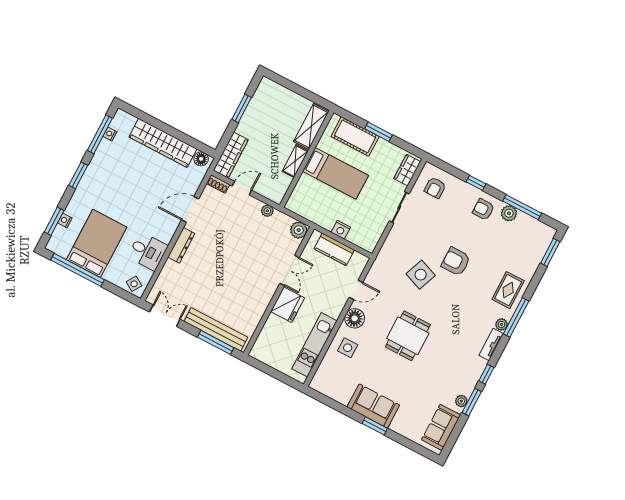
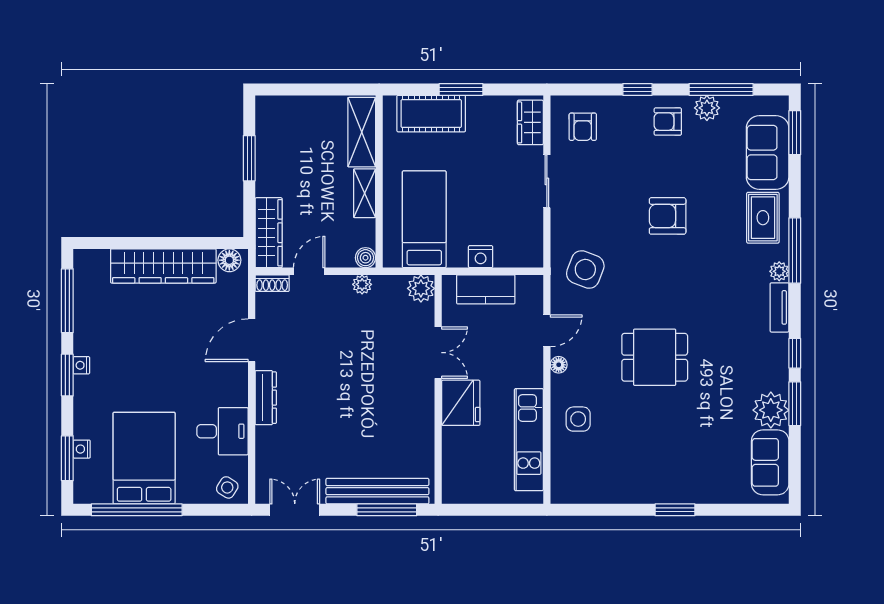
nightstand: (110, 134) -> (81, 365), moved
bed: (336, 173) -> (424, 219), moved, turned -90
boiler: (277, 197) -> (365, 258), added
side table: (421, 275) -> (585, 270), moved
floor lamp: (355, 318) -> (559, 365), width x0.53, depth x0.53
dining table: (408, 336) -> (655, 357), turned 90
plant: (461, 401) -> (771, 410), width x1.88, depth x1.88
sofa: (373, 406) -> (768, 152), moved, turned -90

